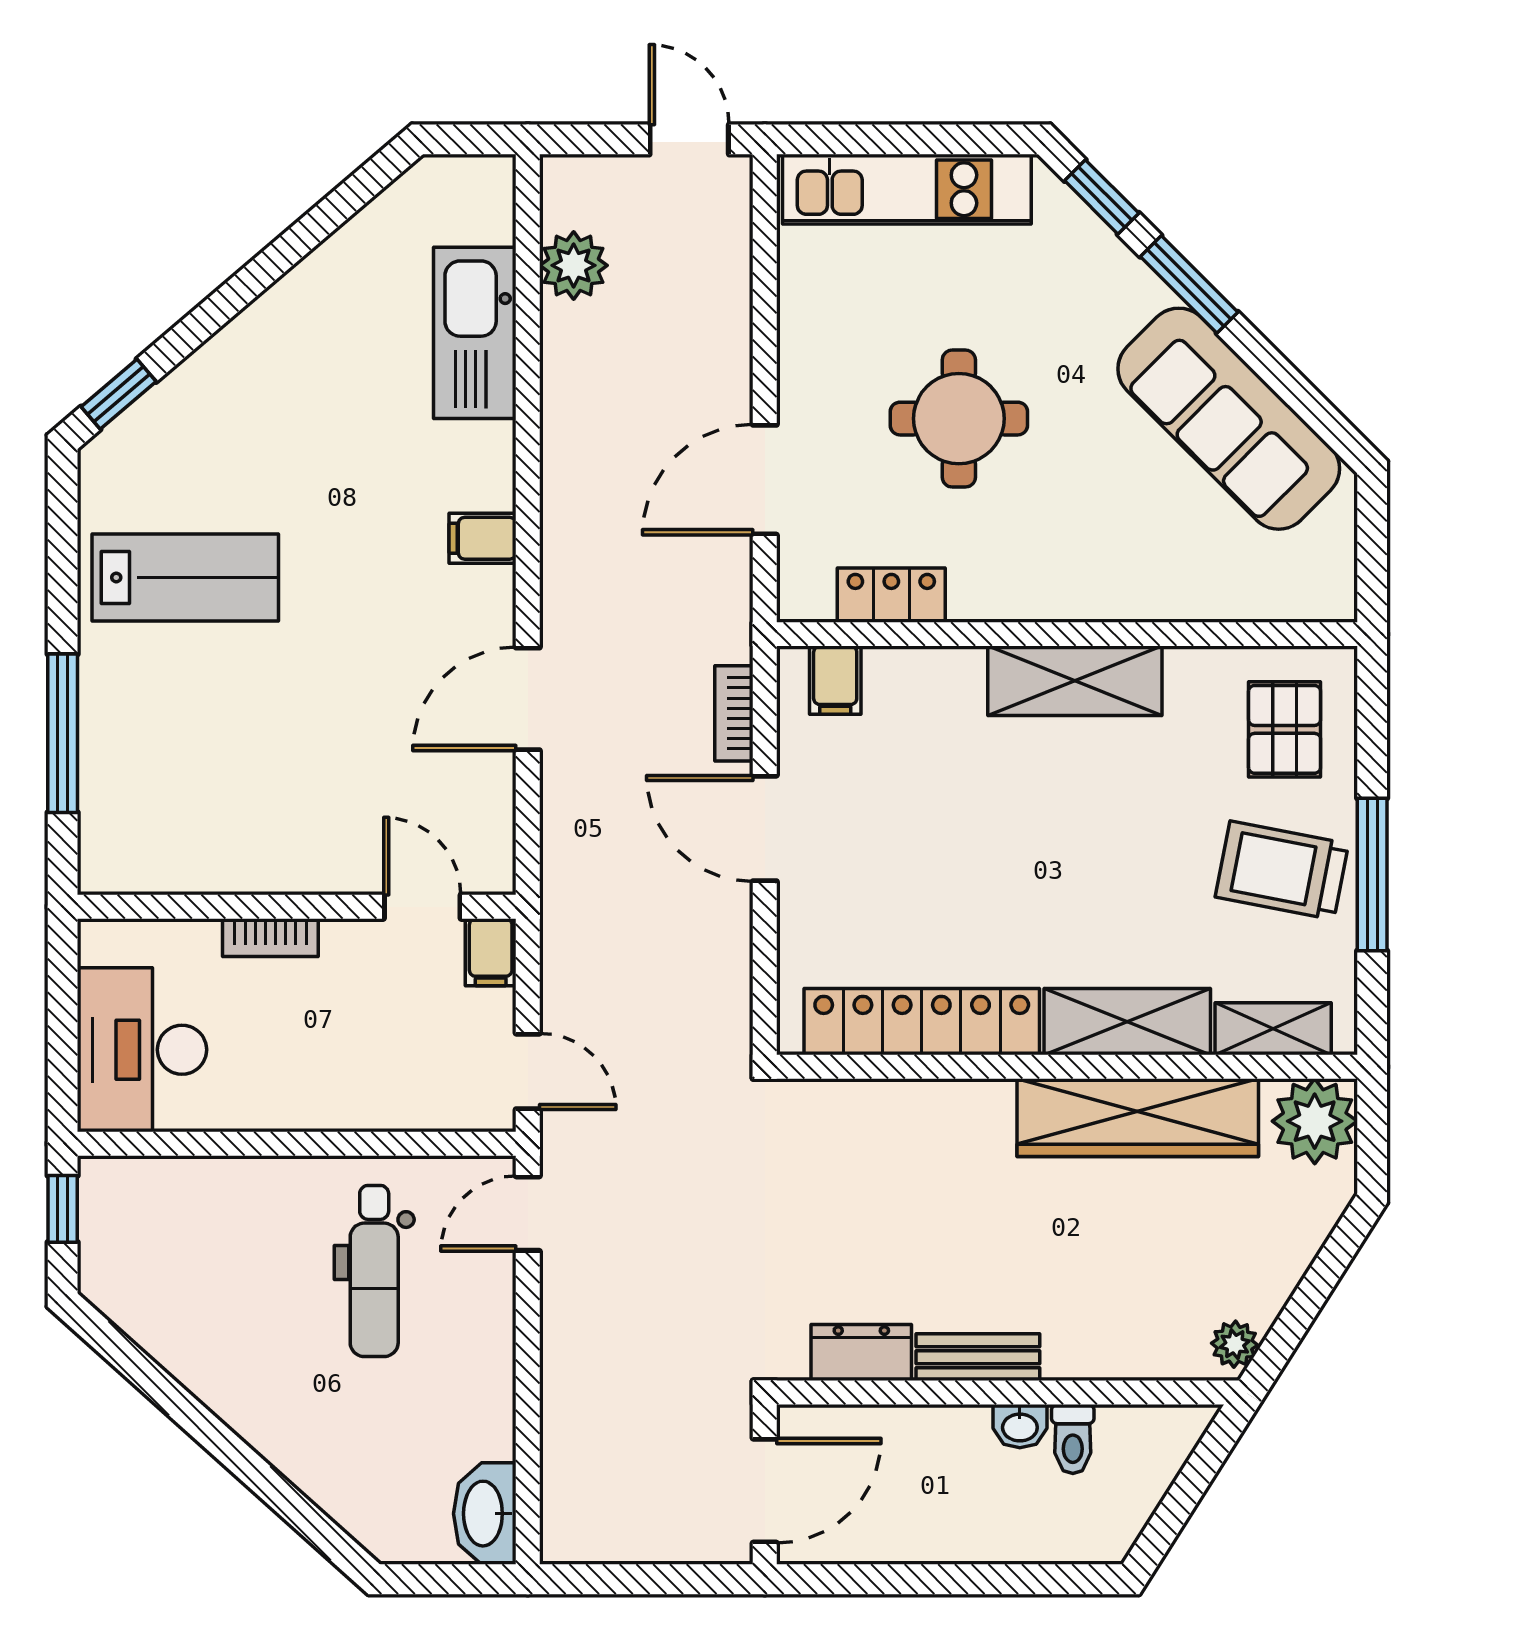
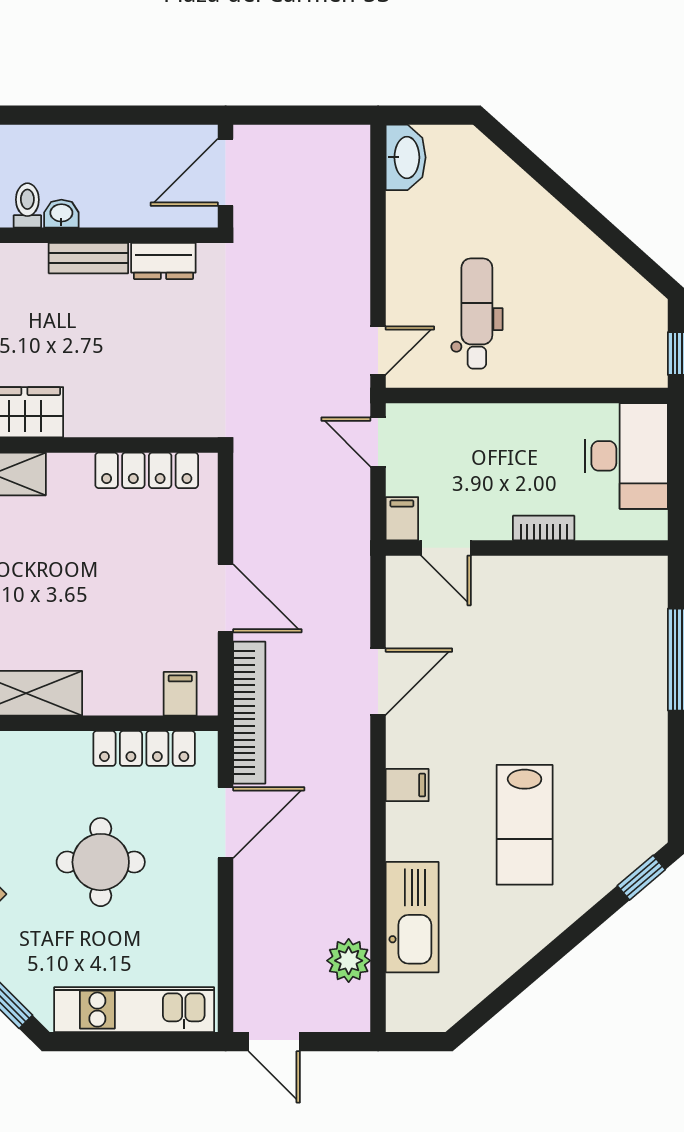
lab bench: (185, 577) -> (525, 825), moved, turned -90
locker: (891, 595) -> (144, 748), width x1.53
bookcase: (734, 713) -> (249, 713), width x2.31, depth x1.31
locker: (922, 1022) -> (147, 470), width x0.71, depth x0.83

